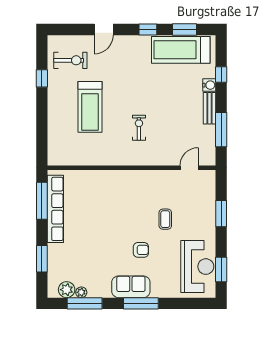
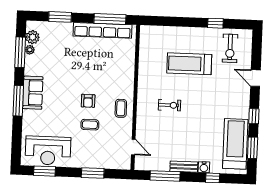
coffee table: (145, 184) -> (121, 108), added
armchair: (141, 250) -> (88, 101), moved

